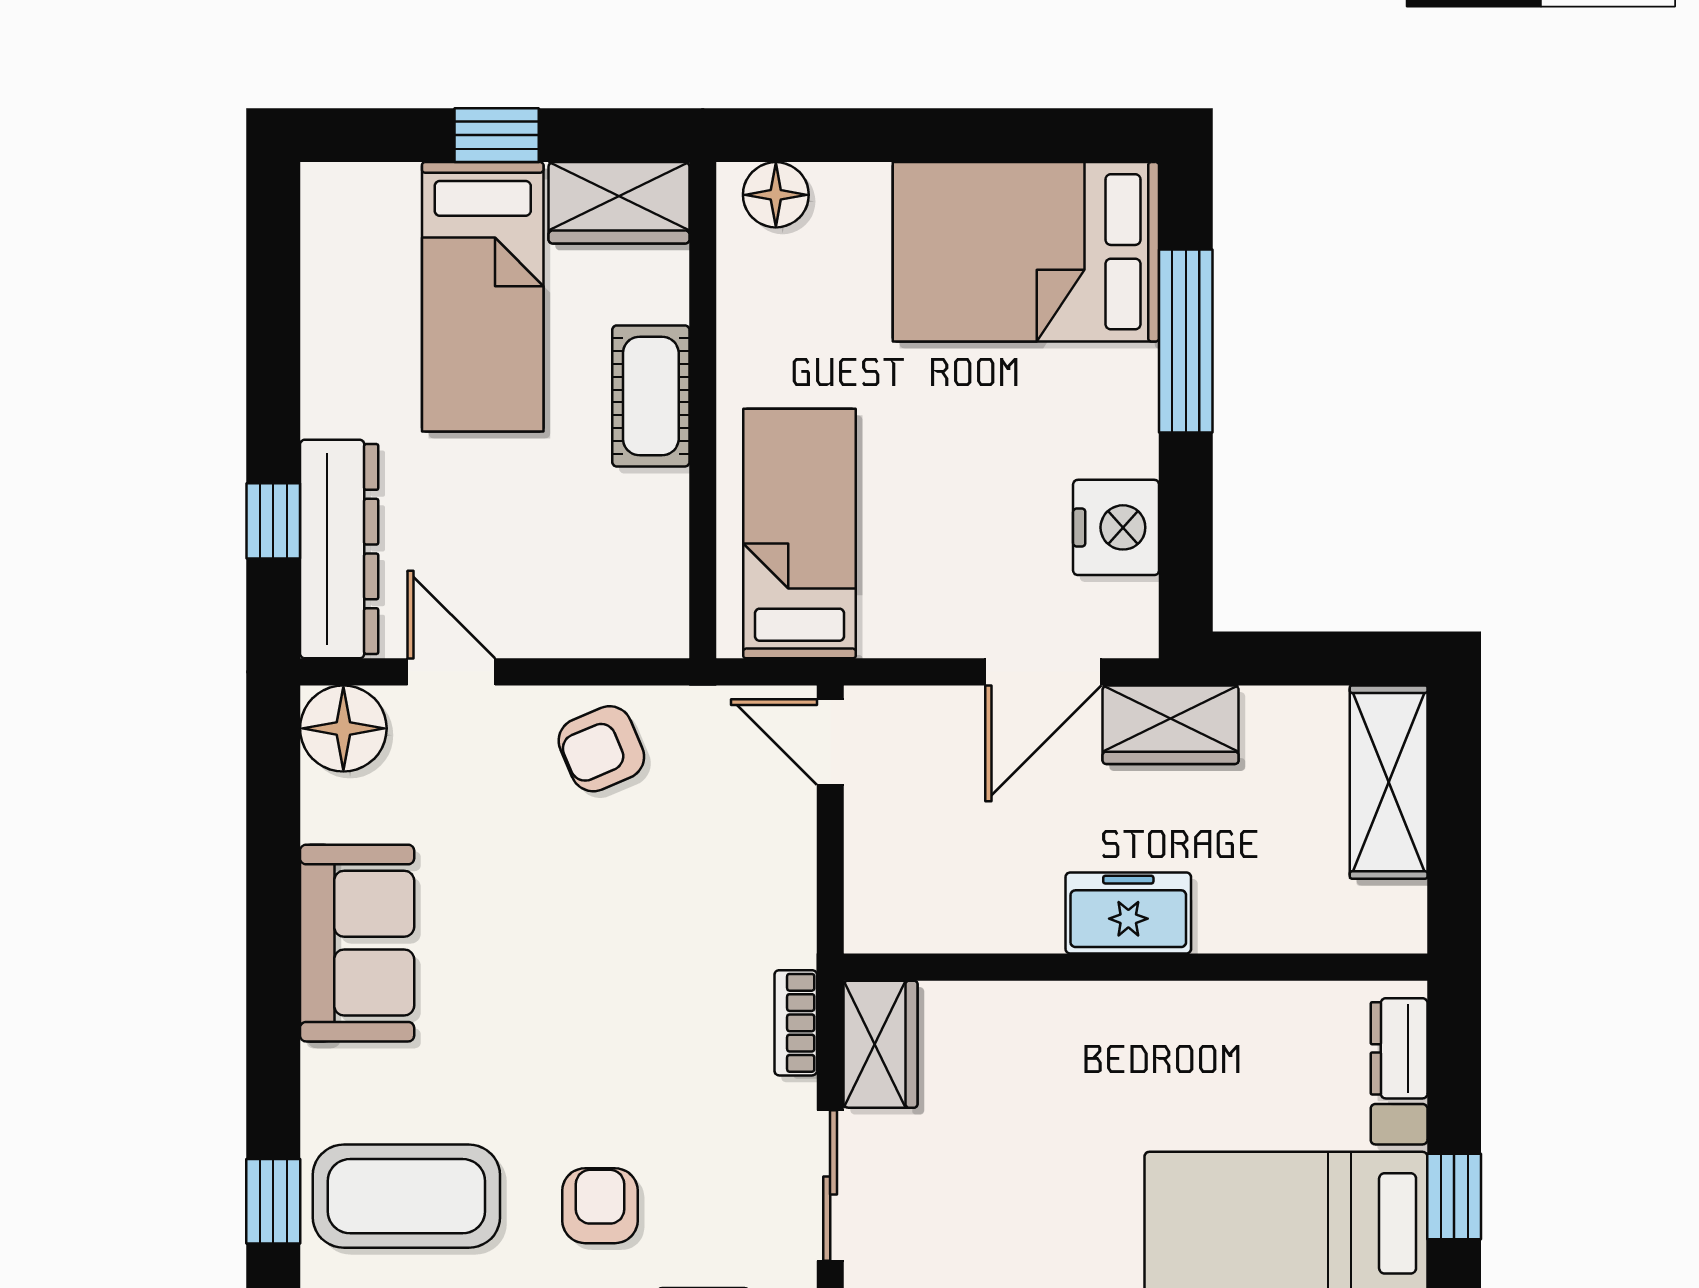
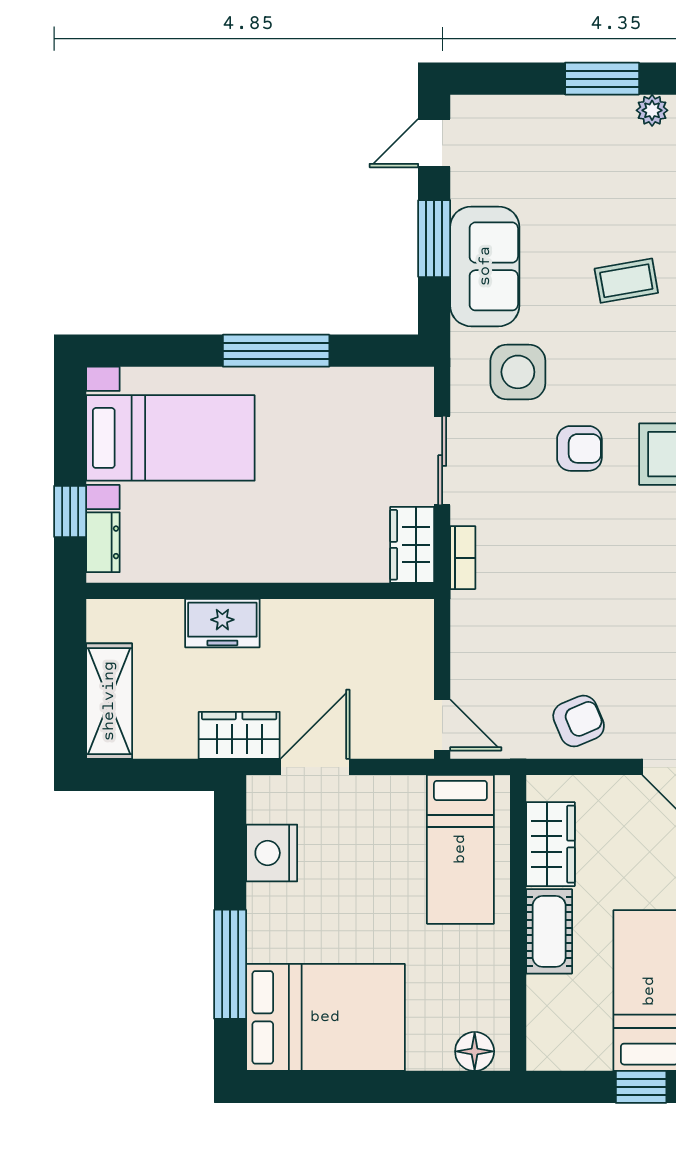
wardrobe: (619, 203) -> (551, 844), moved, turned 90
freezer: (1128, 913) -> (222, 623), moved
window: (1454, 1197) -> (70, 511), moved
armchair: (600, 1206) -> (579, 448), turned -90

